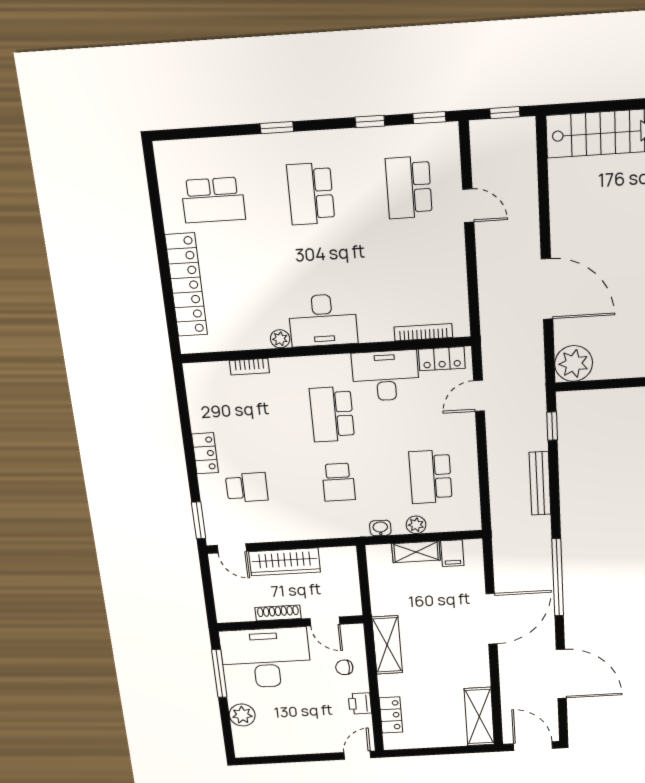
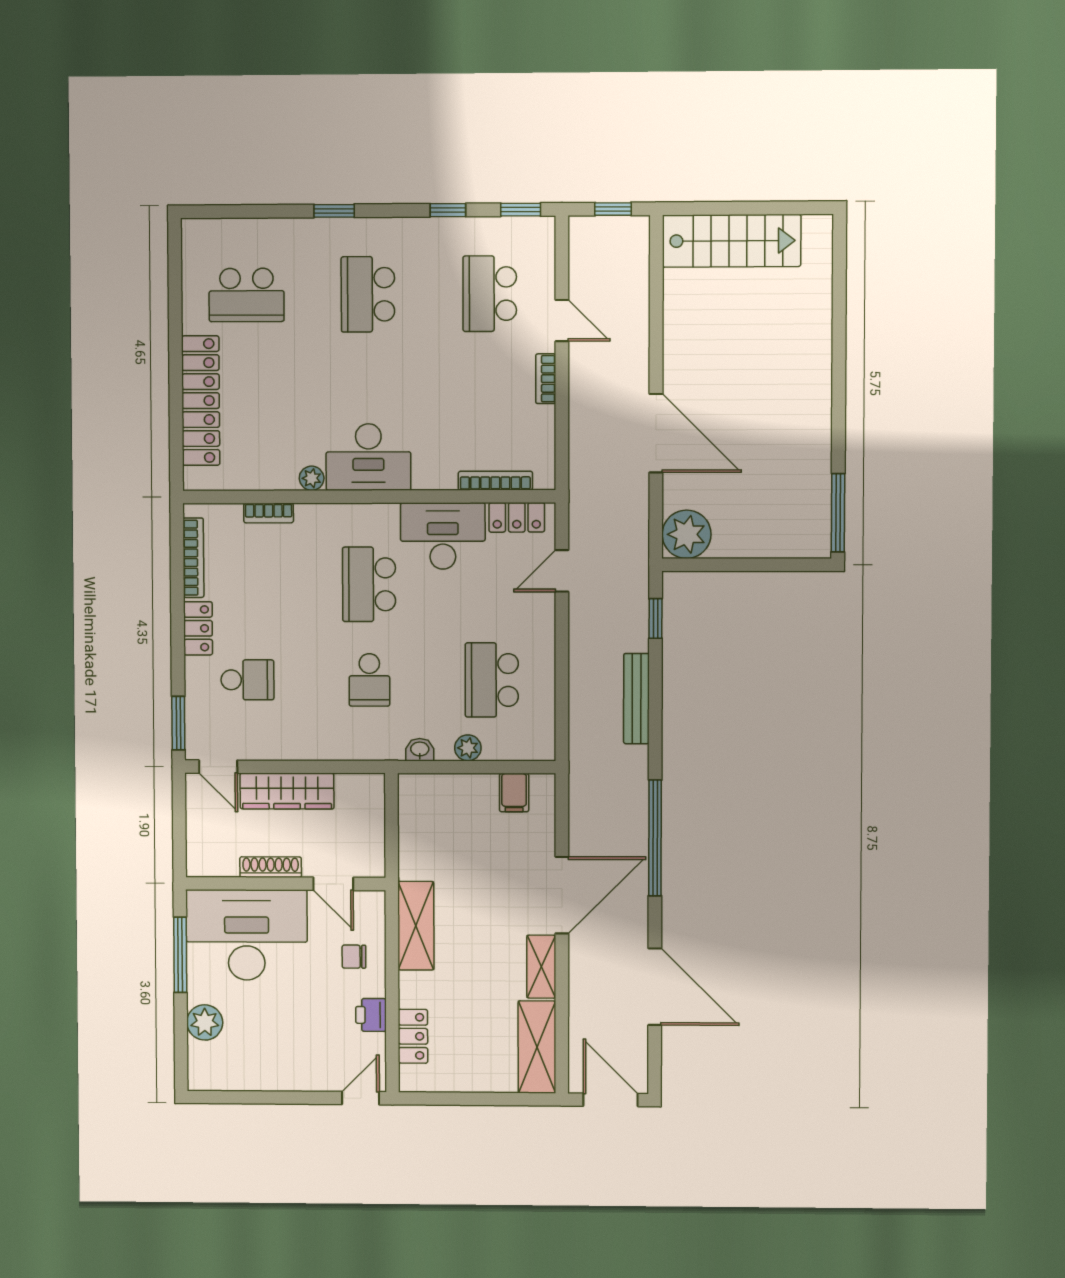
bookcase: (458, 252) -> (546, 379), added
bookcase: (195, 403) -> (193, 558), added
shelving: (416, 552) -> (541, 967), moved, turned 90

